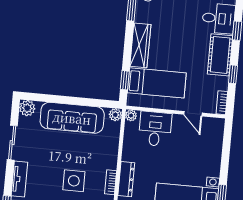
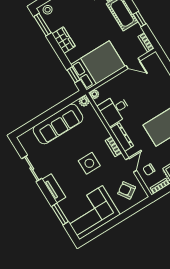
wardrobe: (140, 45) -> (64, 40), width x0.67
bed: (157, 83) -> (98, 65), width x1.50
plant: (27, 108) -> (25, 139), removed
desk: (155, 129) -> (114, 110), moved, turned -90

